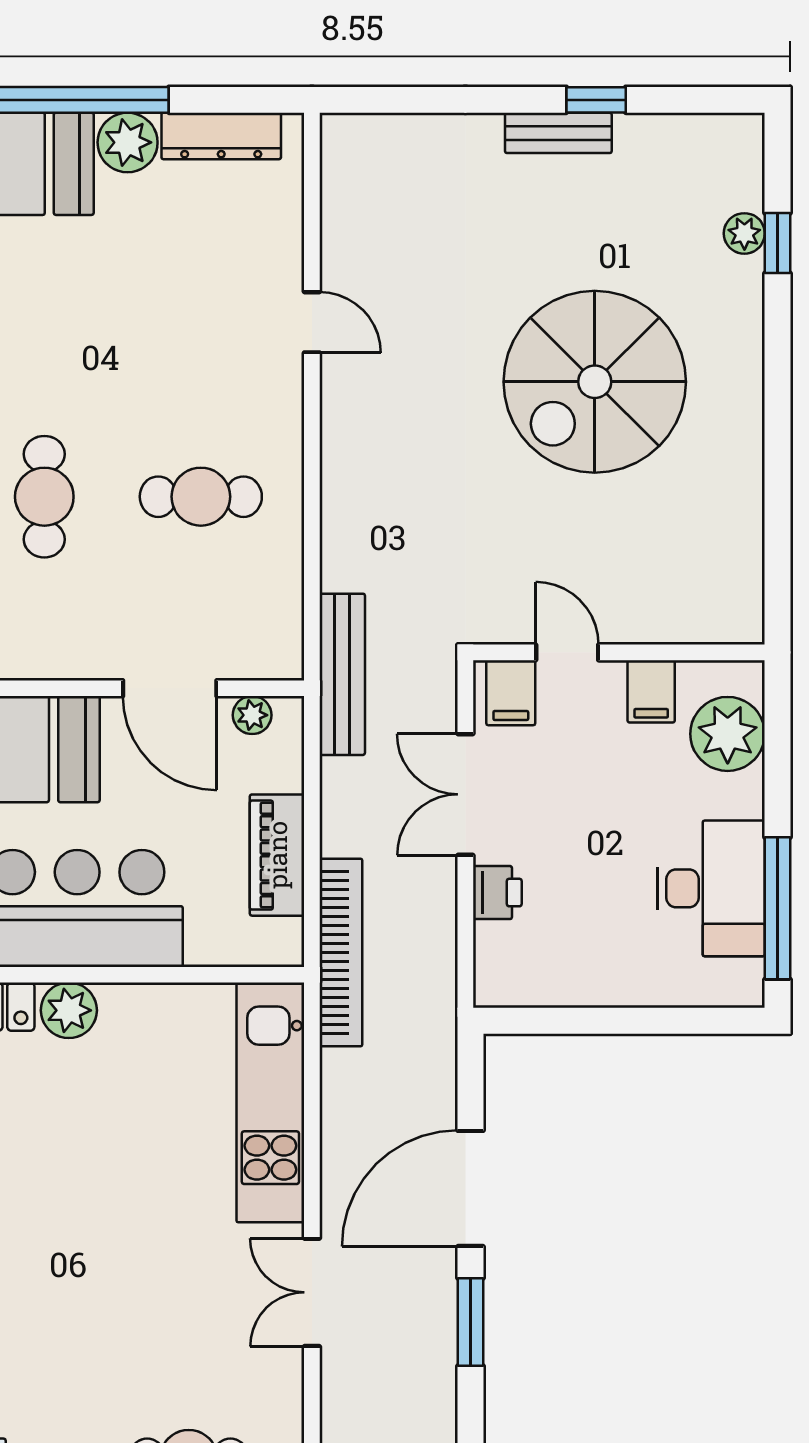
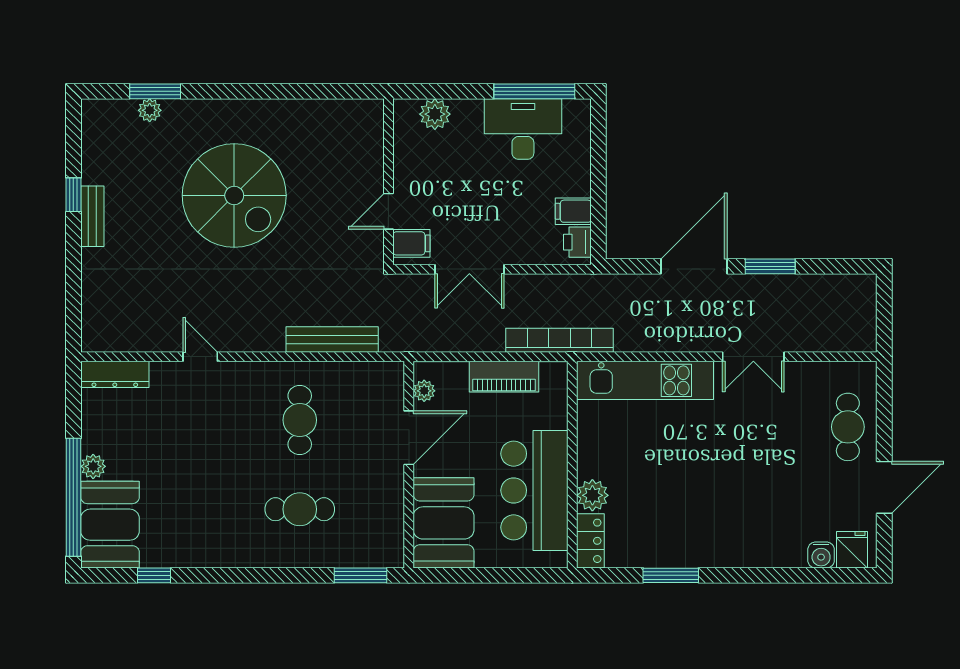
dresser: (221, 136) -> (115, 374), moved, turned 90
plant: (128, 142) -> (93, 466), width x0.73, depth x0.73
window: (777, 243) -> (155, 91), width x1.50
door: (312, 322) -> (200, 357), hinge flipped
bench: (342, 674) -> (332, 339), moved
filing cabinet: (651, 691) -> (573, 211), moved, turned 180
plant: (728, 734) -> (435, 114), width x0.73, depth x0.73
printer: (497, 893) -> (577, 242), moved, turned -90
door: (470, 1188) -> (694, 266), swing flipped

